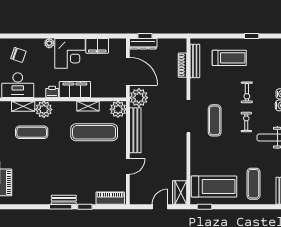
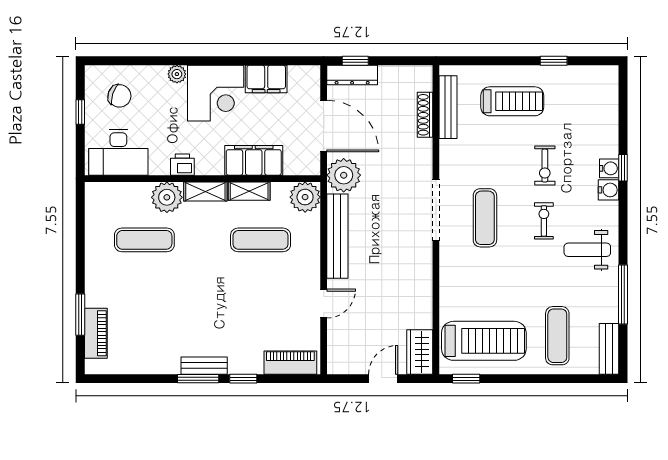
filing cabinet: (75, 90) -> (254, 160), moved
shelving: (23, 106) -> (205, 191), moved
exercise mat: (94, 132) -> (261, 240), width x0.73, depth x0.69

